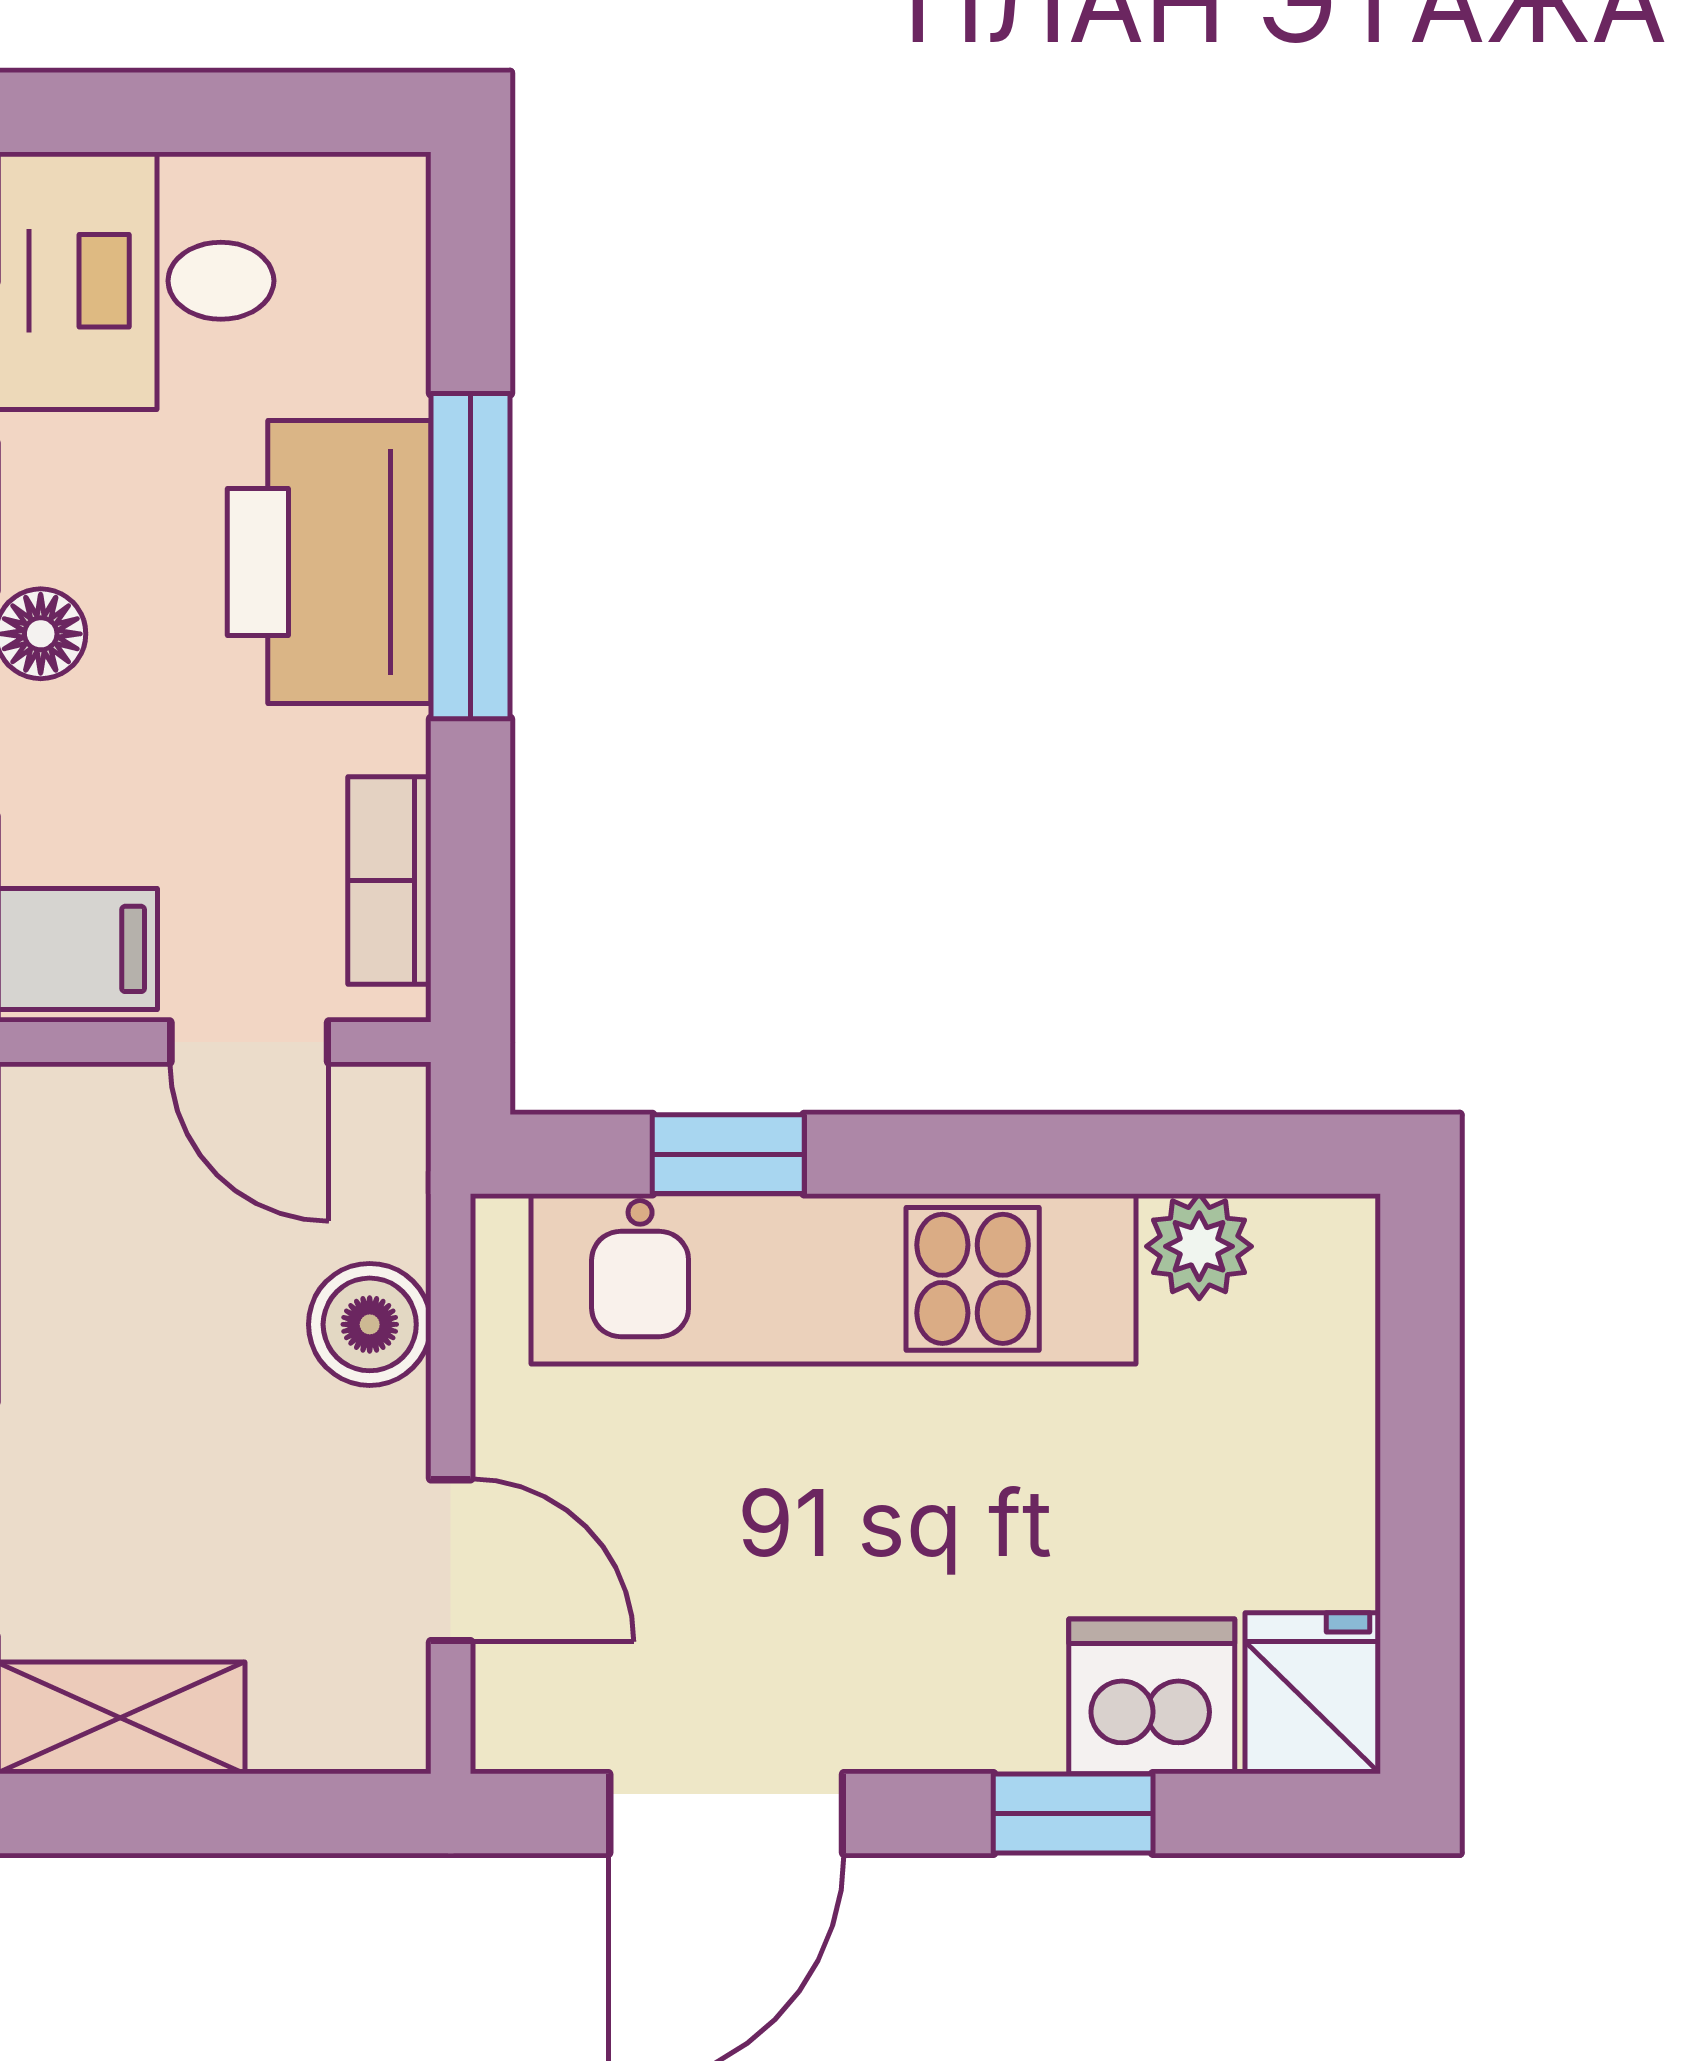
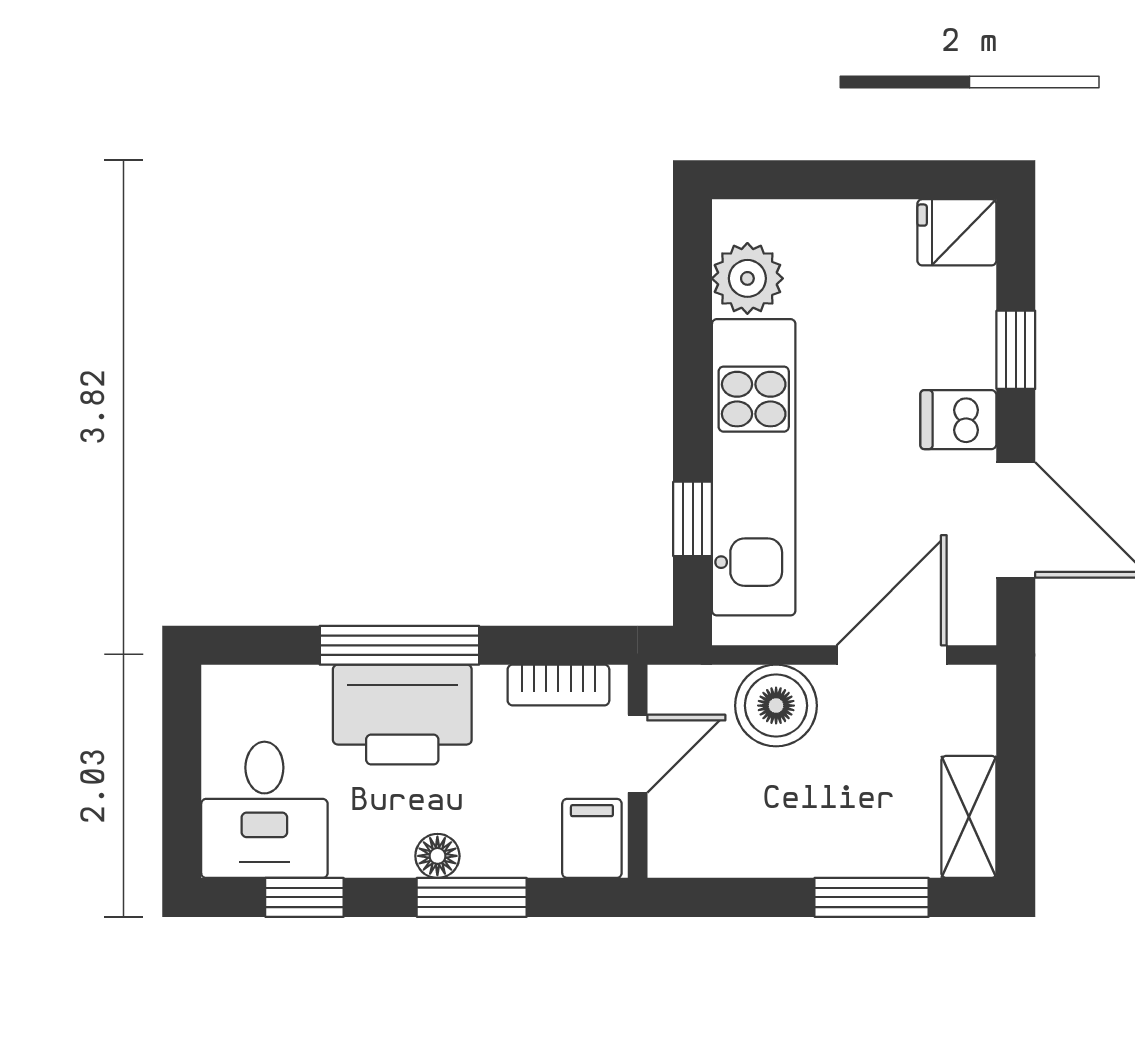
plant: (1199, 1246) -> (747, 278), width x1.38, depth x1.38
boiler: (370, 1324) -> (776, 706), width x1.36, depth x1.36
door: (451, 1560) -> (892, 655), width x1.37
dishwasher: (1152, 1696) -> (958, 420), moved, width x0.73

